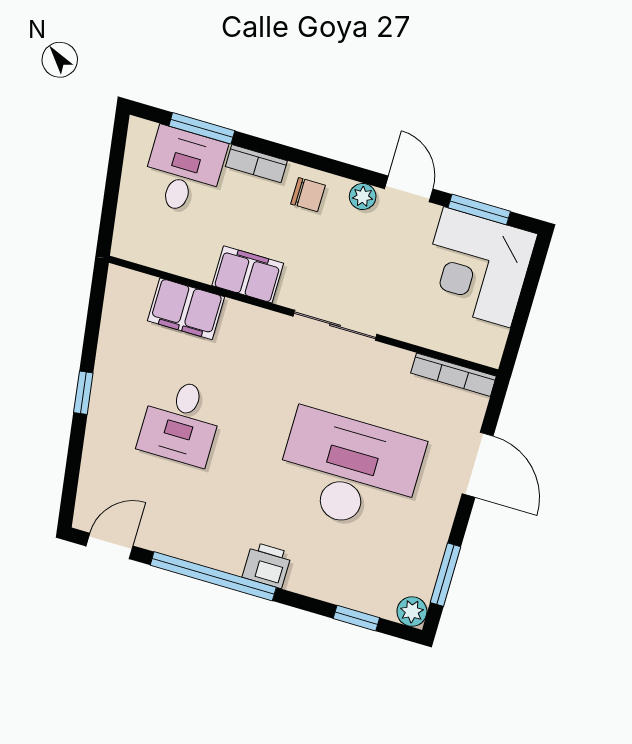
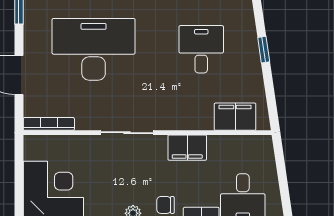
filing cabinet: (186, 309) -> (235, 117), moved
desk: (349, 471) -> (94, 49), turned 180

